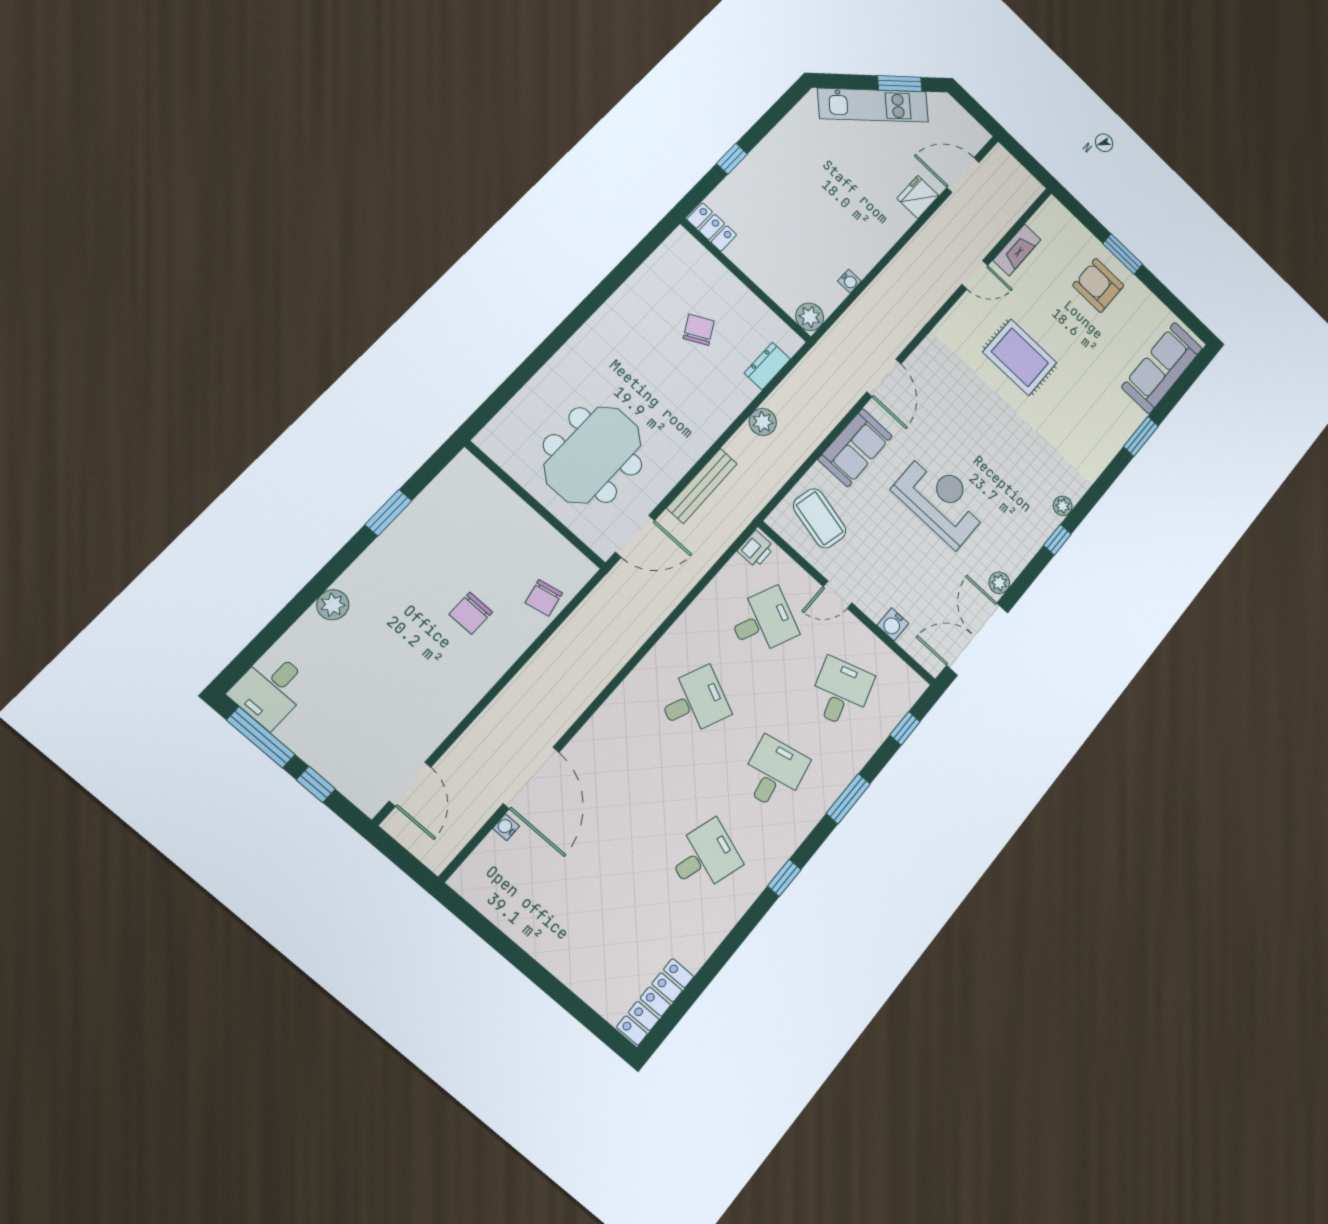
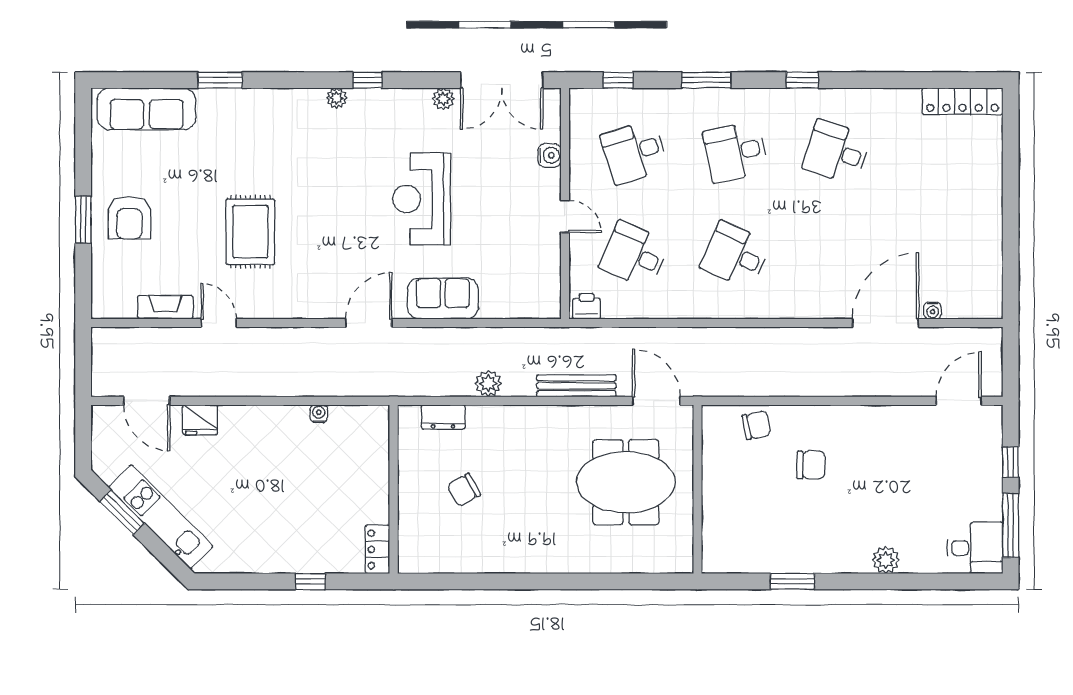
plant: (810, 317) -> (376, 419), removed
coffee table: (820, 518) -> (521, 279), removed

